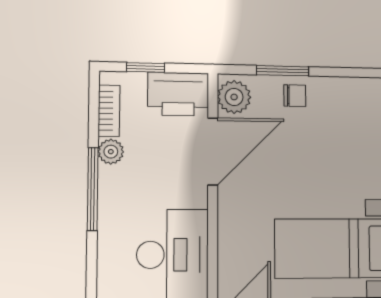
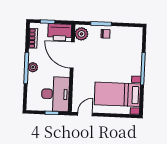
door: (213, 151) -> (72, 55), swing flipped
plant: (111, 152) -> (33, 67), moved

